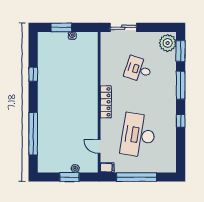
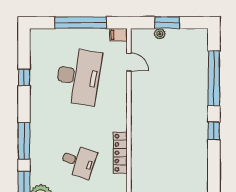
window: (33, 74) -> (214, 131), moved
locker: (106, 102) -> (120, 153), moved
window: (181, 121) -> (24, 77), moved

